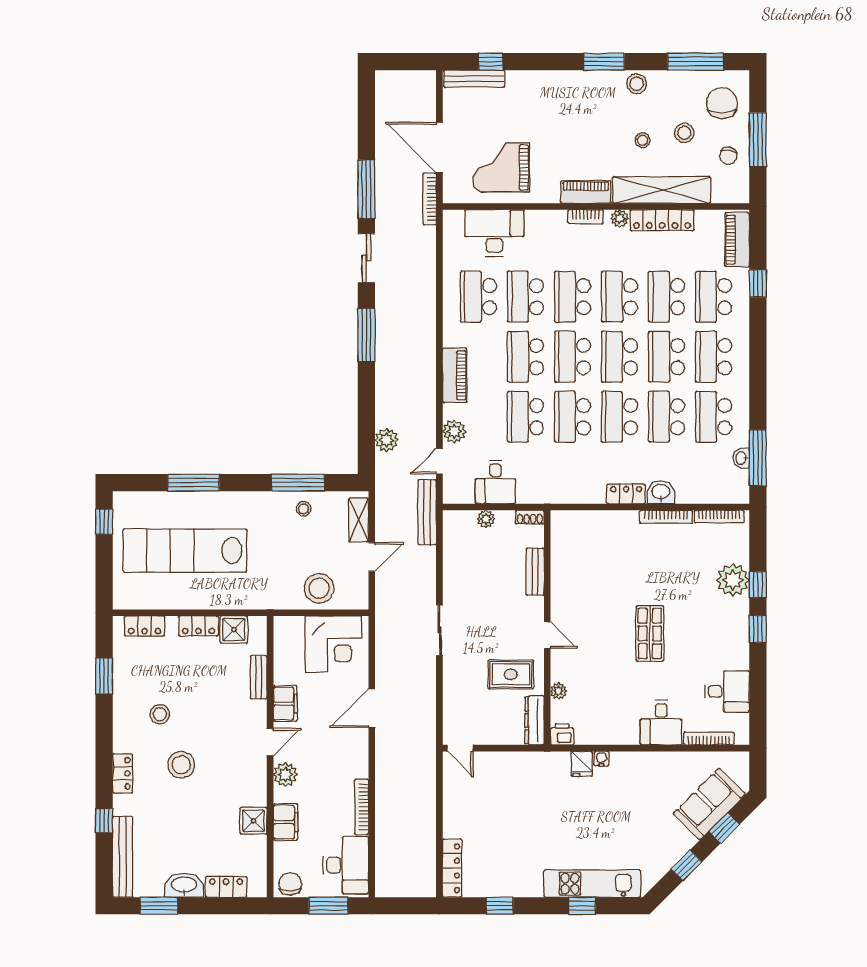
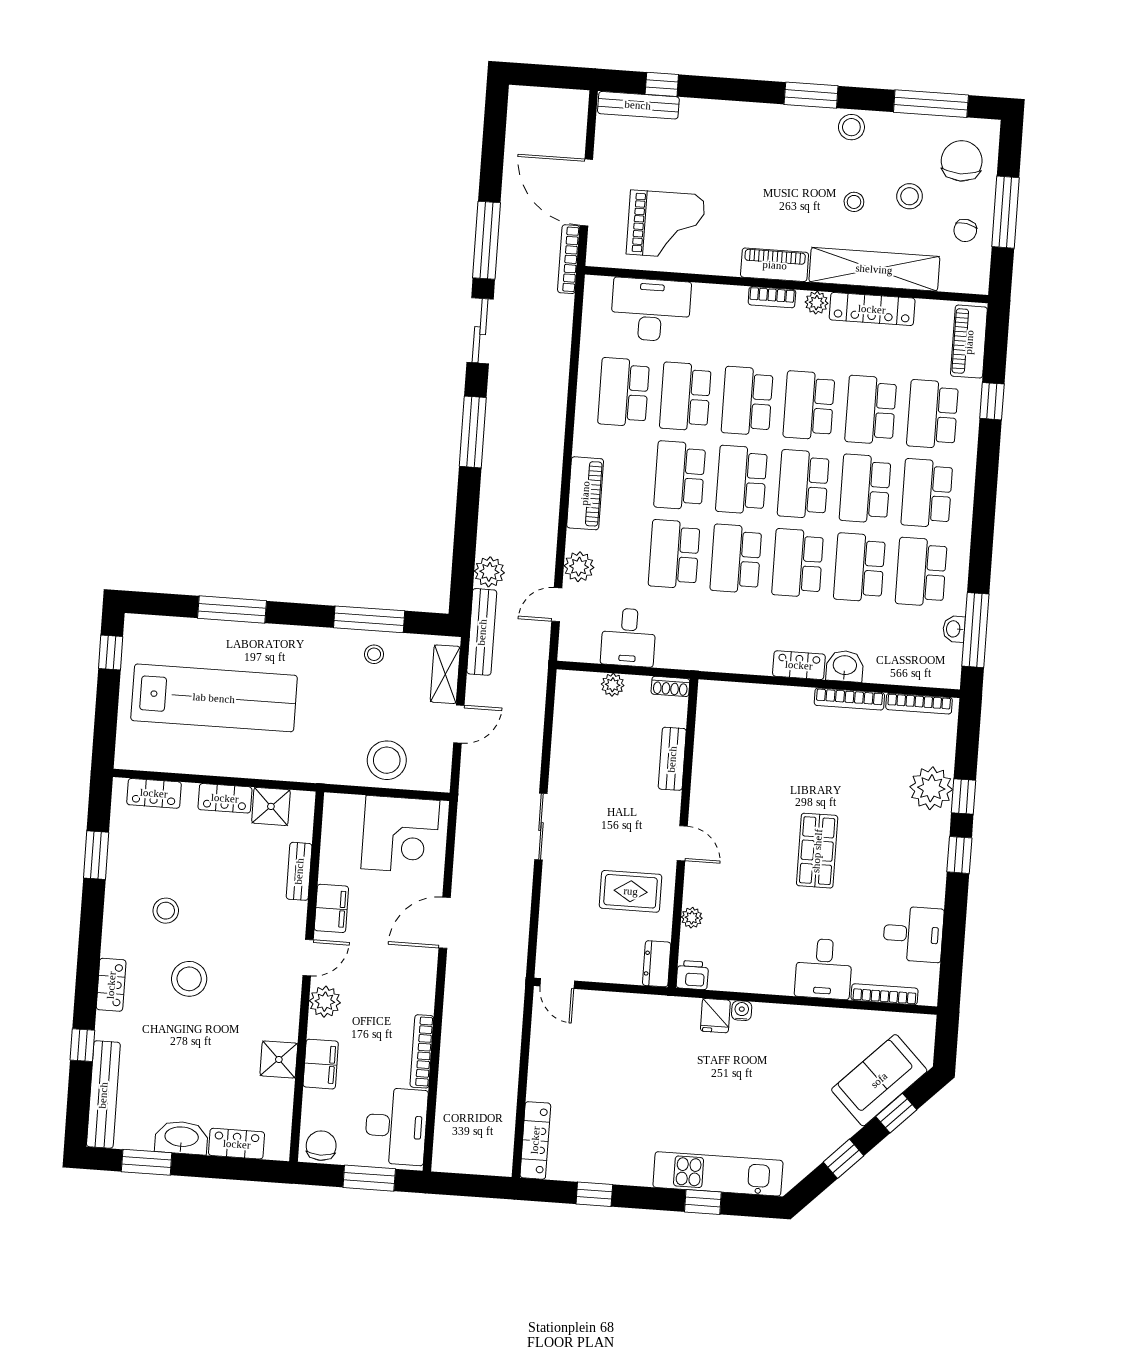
grand piano: (501, 167) -> (666, 224), turned 180
bench: (427, 512) -> (482, 632), moved
lab bench: (185, 551) -> (214, 698), turned 180
dresser: (535, 720) -> (657, 964), width x0.70

